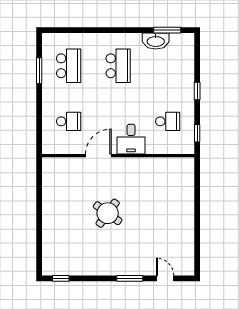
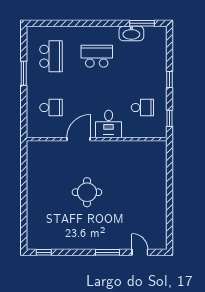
school desk: (118, 66) -> (97, 56), turned -90
window: (39, 71) -> (24, 73), moved
round table: (108, 213) -> (87, 192), turned -36

